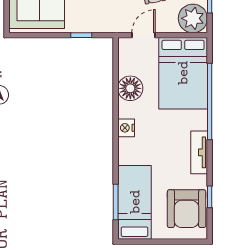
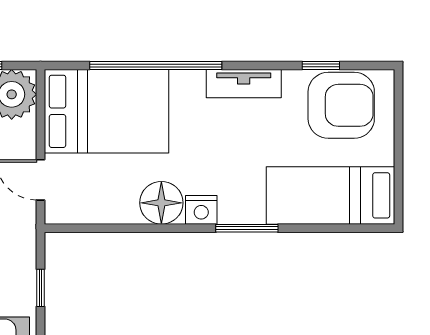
floor lamp: (130, 88) -> (161, 203), moved
window: (116, 202) -> (247, 228), moved

